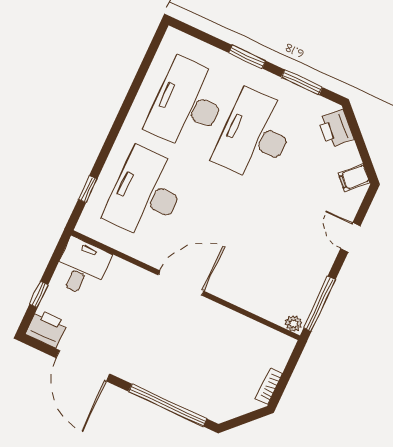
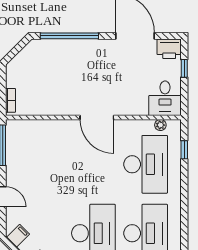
door: (181, 283) -> (97, 118), hinge flipped
plant: (293, 324) -> (160, 125), moved
bookcase: (269, 386) -> (10, 100), moved

